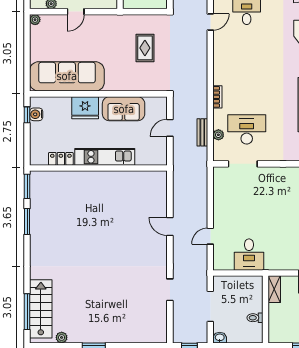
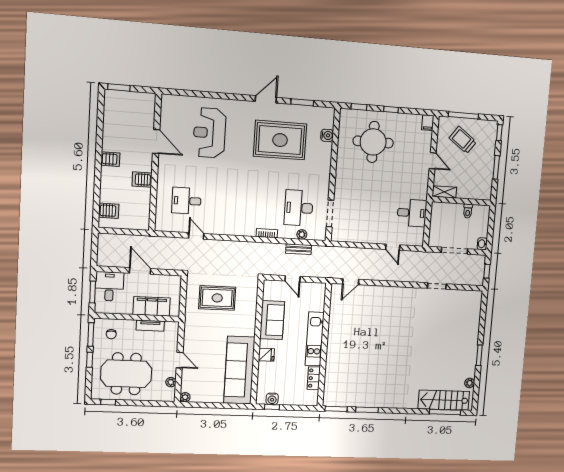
rug: (145, 48) -> (217, 298), width x1.36, depth x1.43
fridge: (85, 108) -> (266, 355), width x0.53, depth x0.75
door: (170, 226) -> (351, 282), moved

